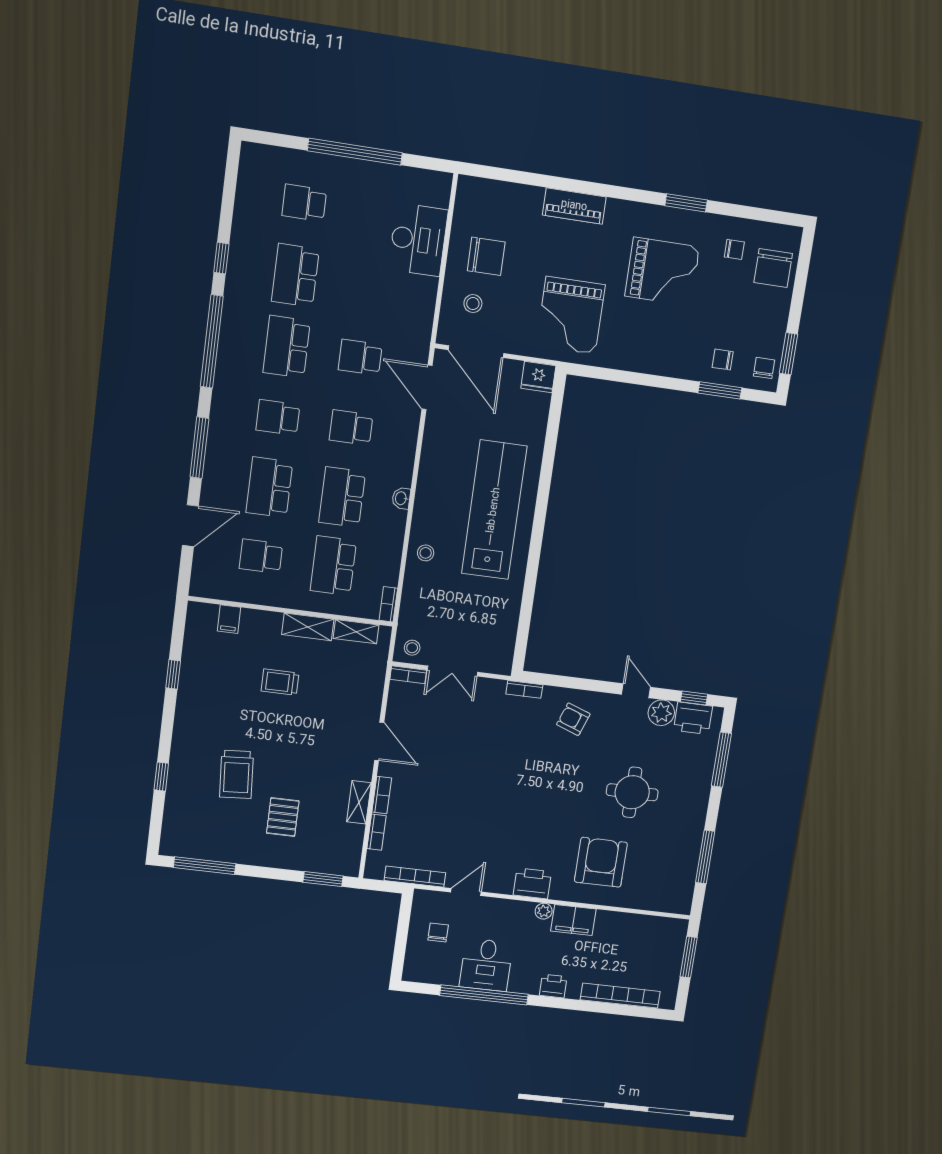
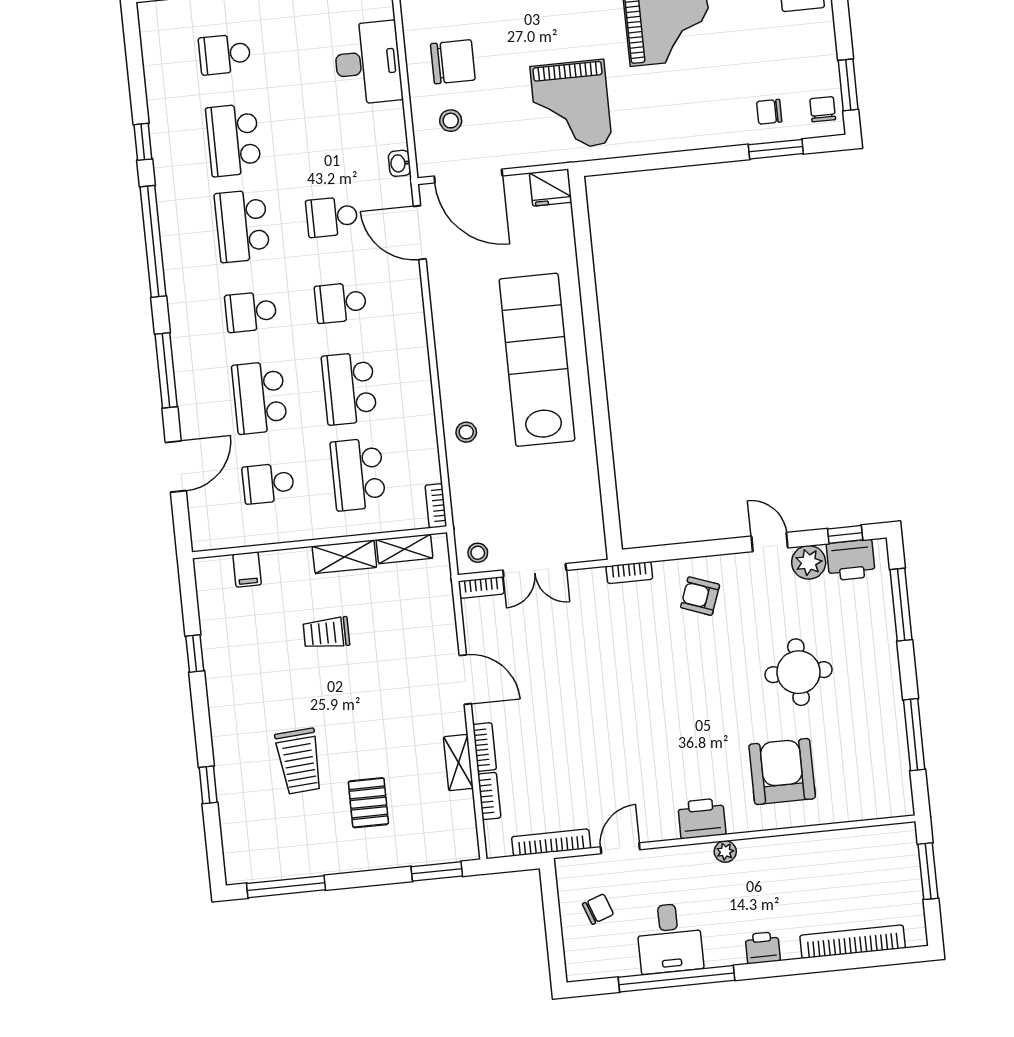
washbasin: (401, 498) -> (399, 163), moved
filing cabinet: (573, 920) -> (766, 855), removed
chair: (438, 933) -> (598, 909), turned 70

